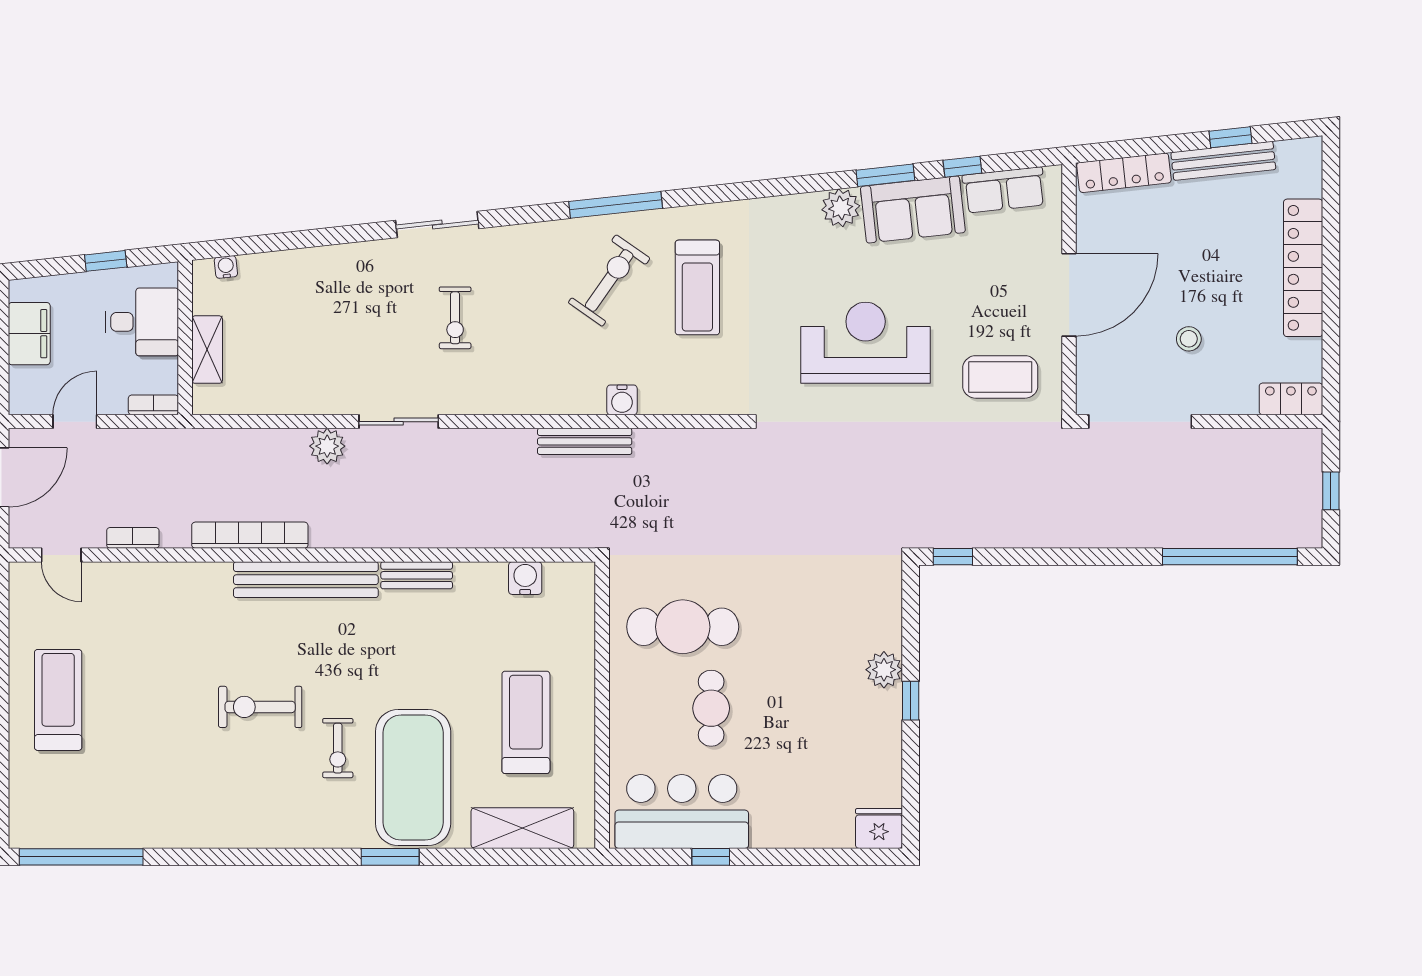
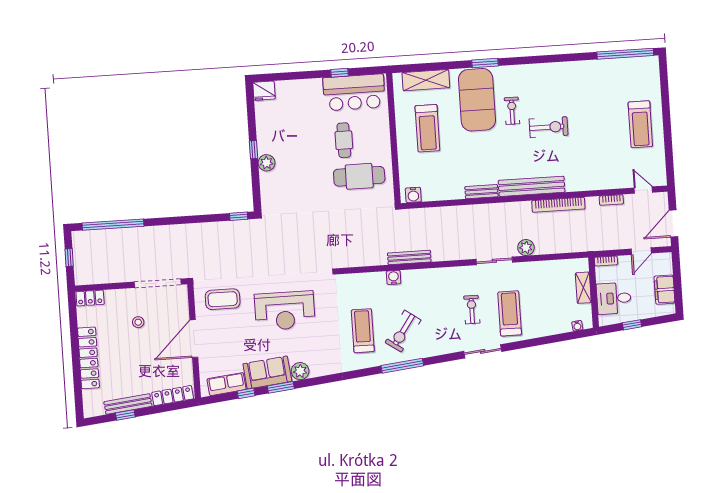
treadmill: (372, 304) -> (510, 313), added
water cooler: (525, 578) -> (413, 195), moved

